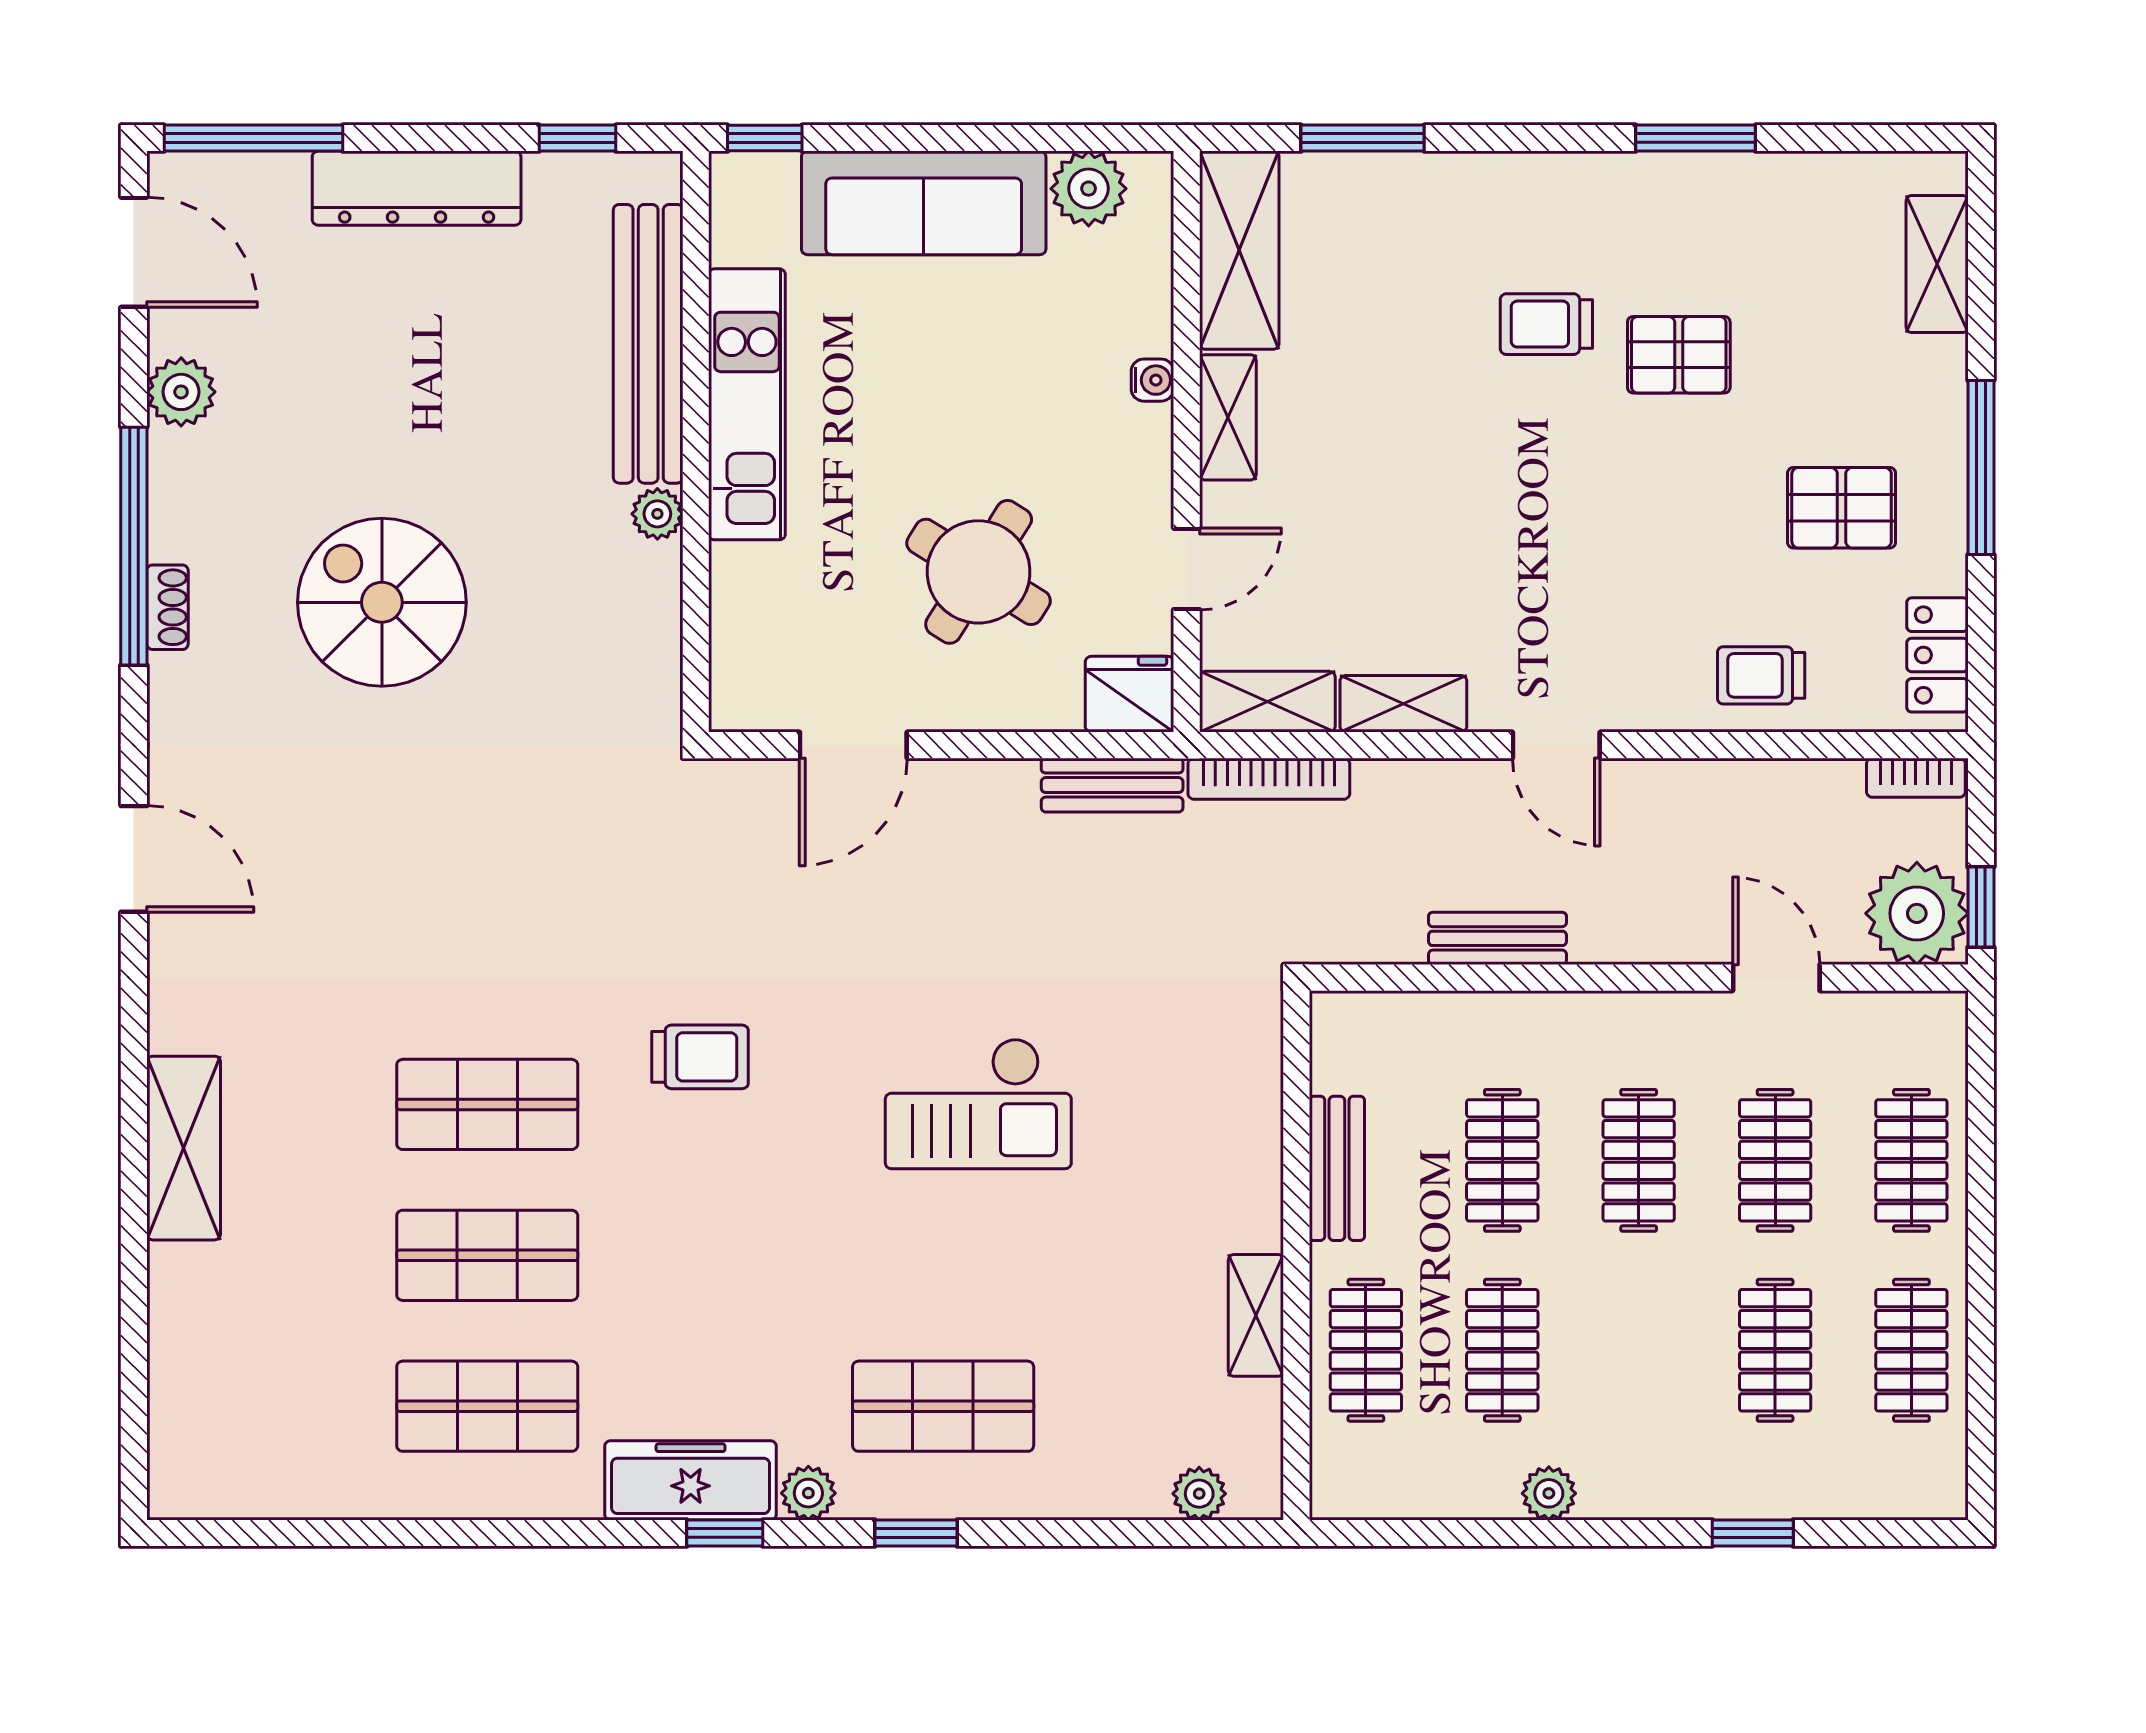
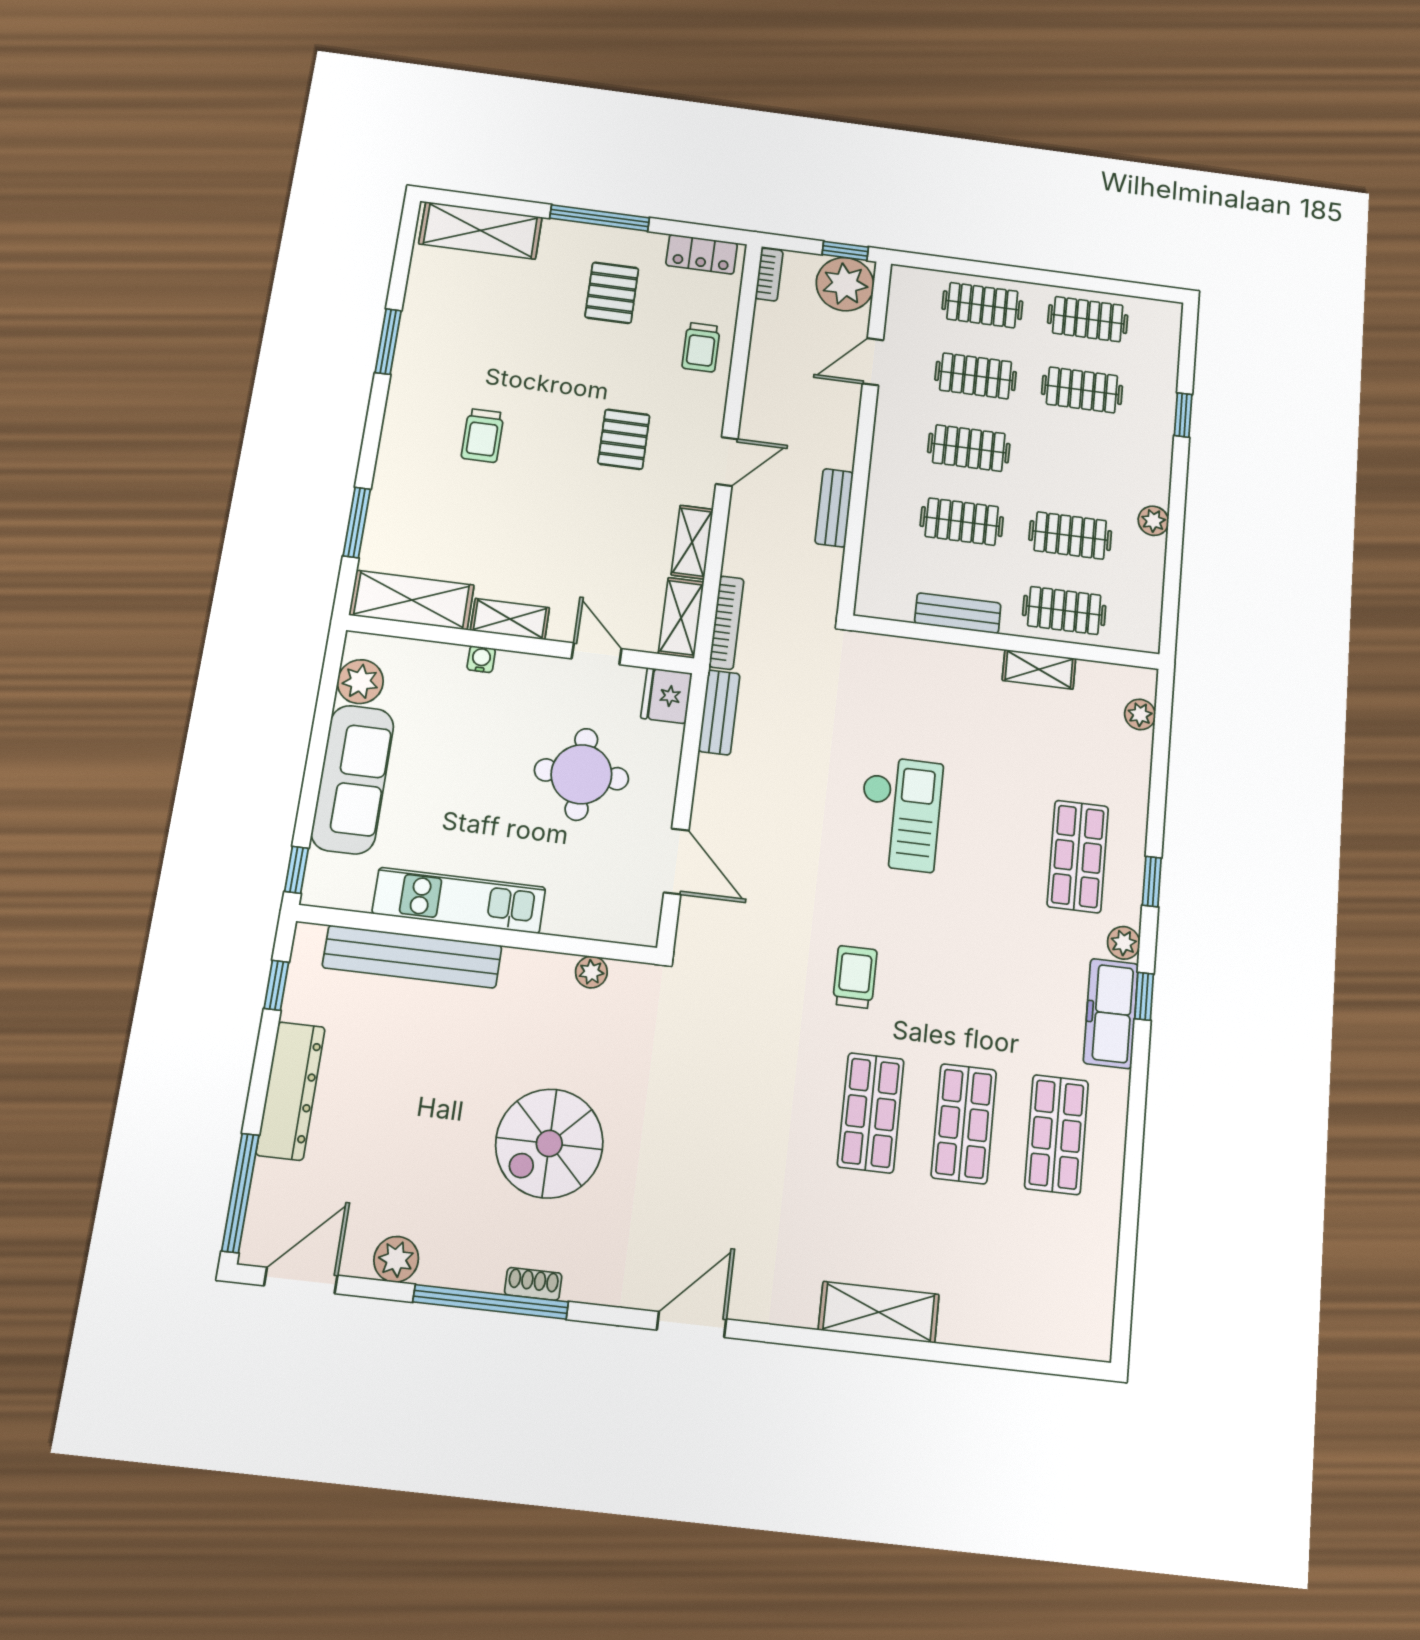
shelving: (1937, 264) -> (481, 230), width x1.50, depth x1.33
pallet: (1679, 355) -> (624, 439), moved
plant: (657, 514) -> (591, 972), moved
round table: (979, 572) -> (581, 774), turned -32

